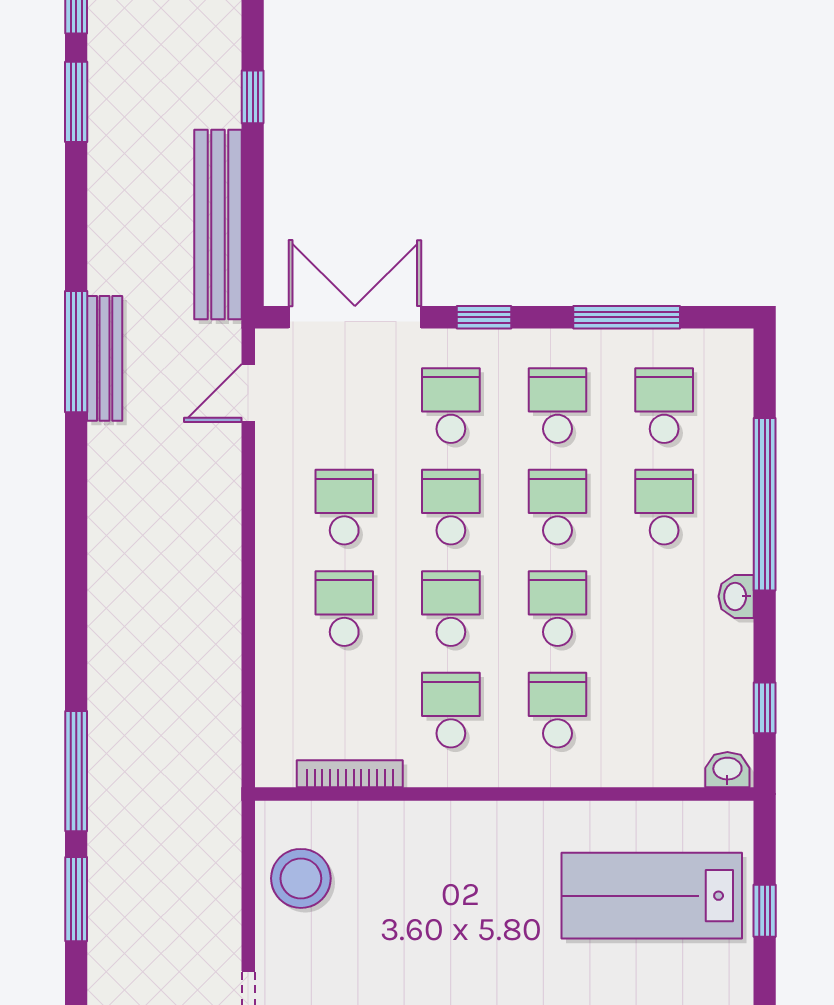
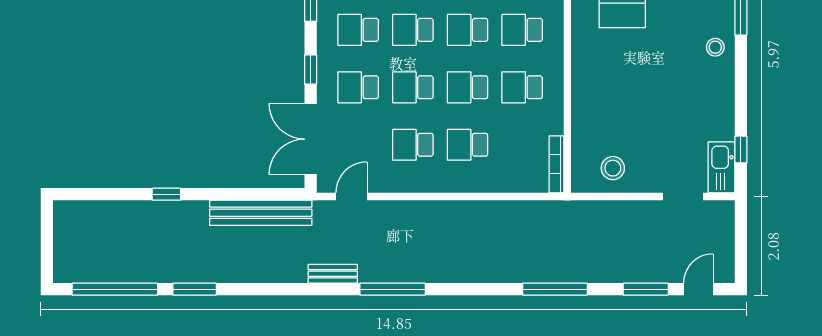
window: (253, 97) -> (166, 194), moved
window: (76, 352) -> (393, 289), moved
bench: (105, 358) -> (333, 274), width x0.73
door: (248, 393) -> (351, 196), swing flipped
bookcase: (350, 774) -> (556, 164), moved
stool: (301, 878) -> (613, 168), width x0.73, depth x0.73
window: (76, 899) -> (646, 289), moved

